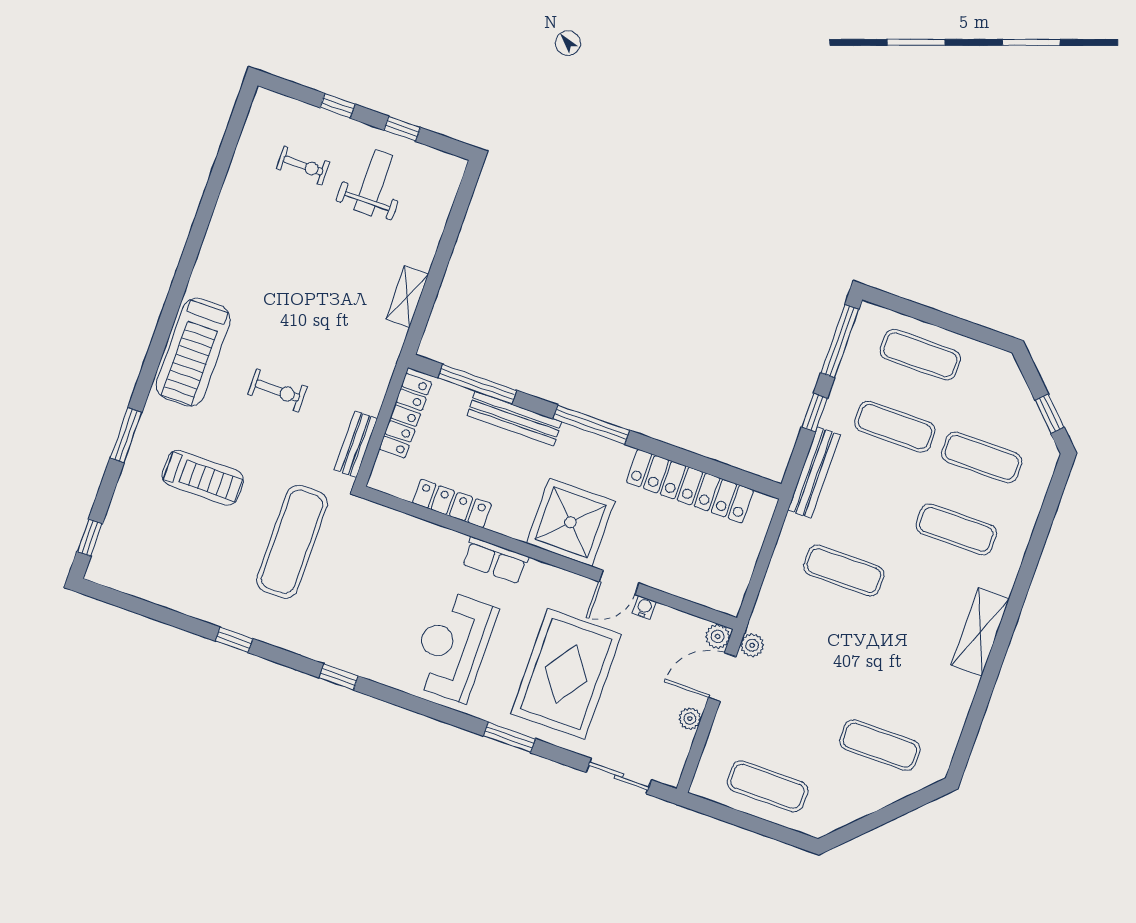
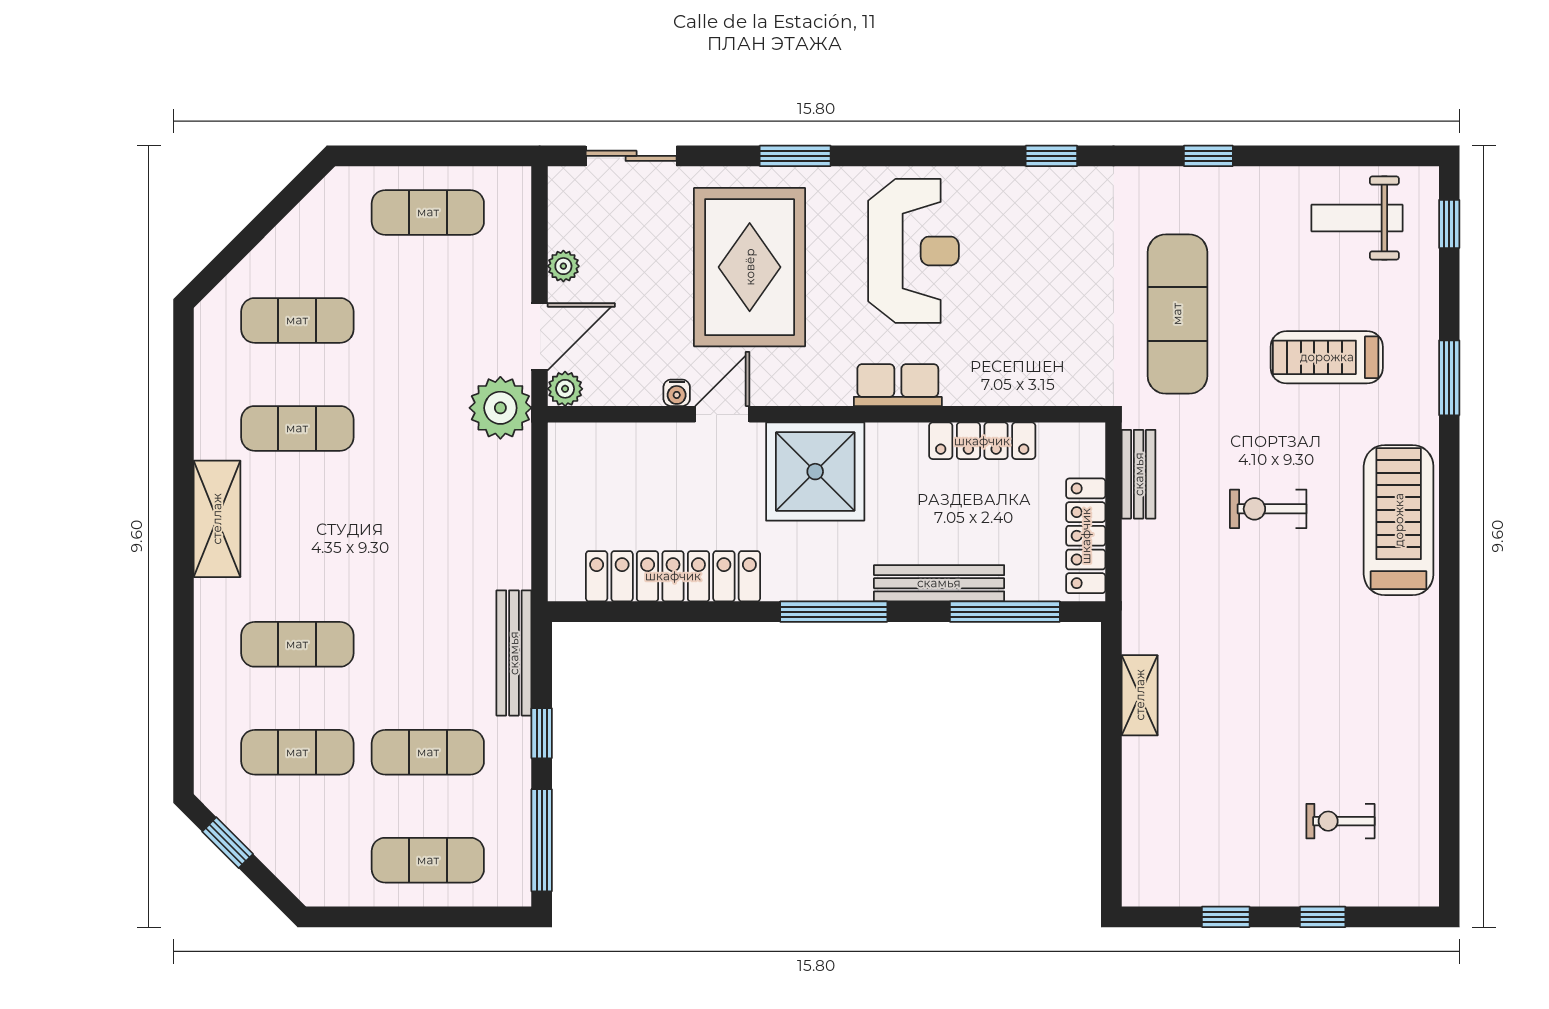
weight bench: (373, 183) -> (1357, 218), moved, turned 90
exercise mat: (844, 571) -> (297, 428), moved
plant: (752, 645) -> (500, 408), width x1.87, depth x1.87

